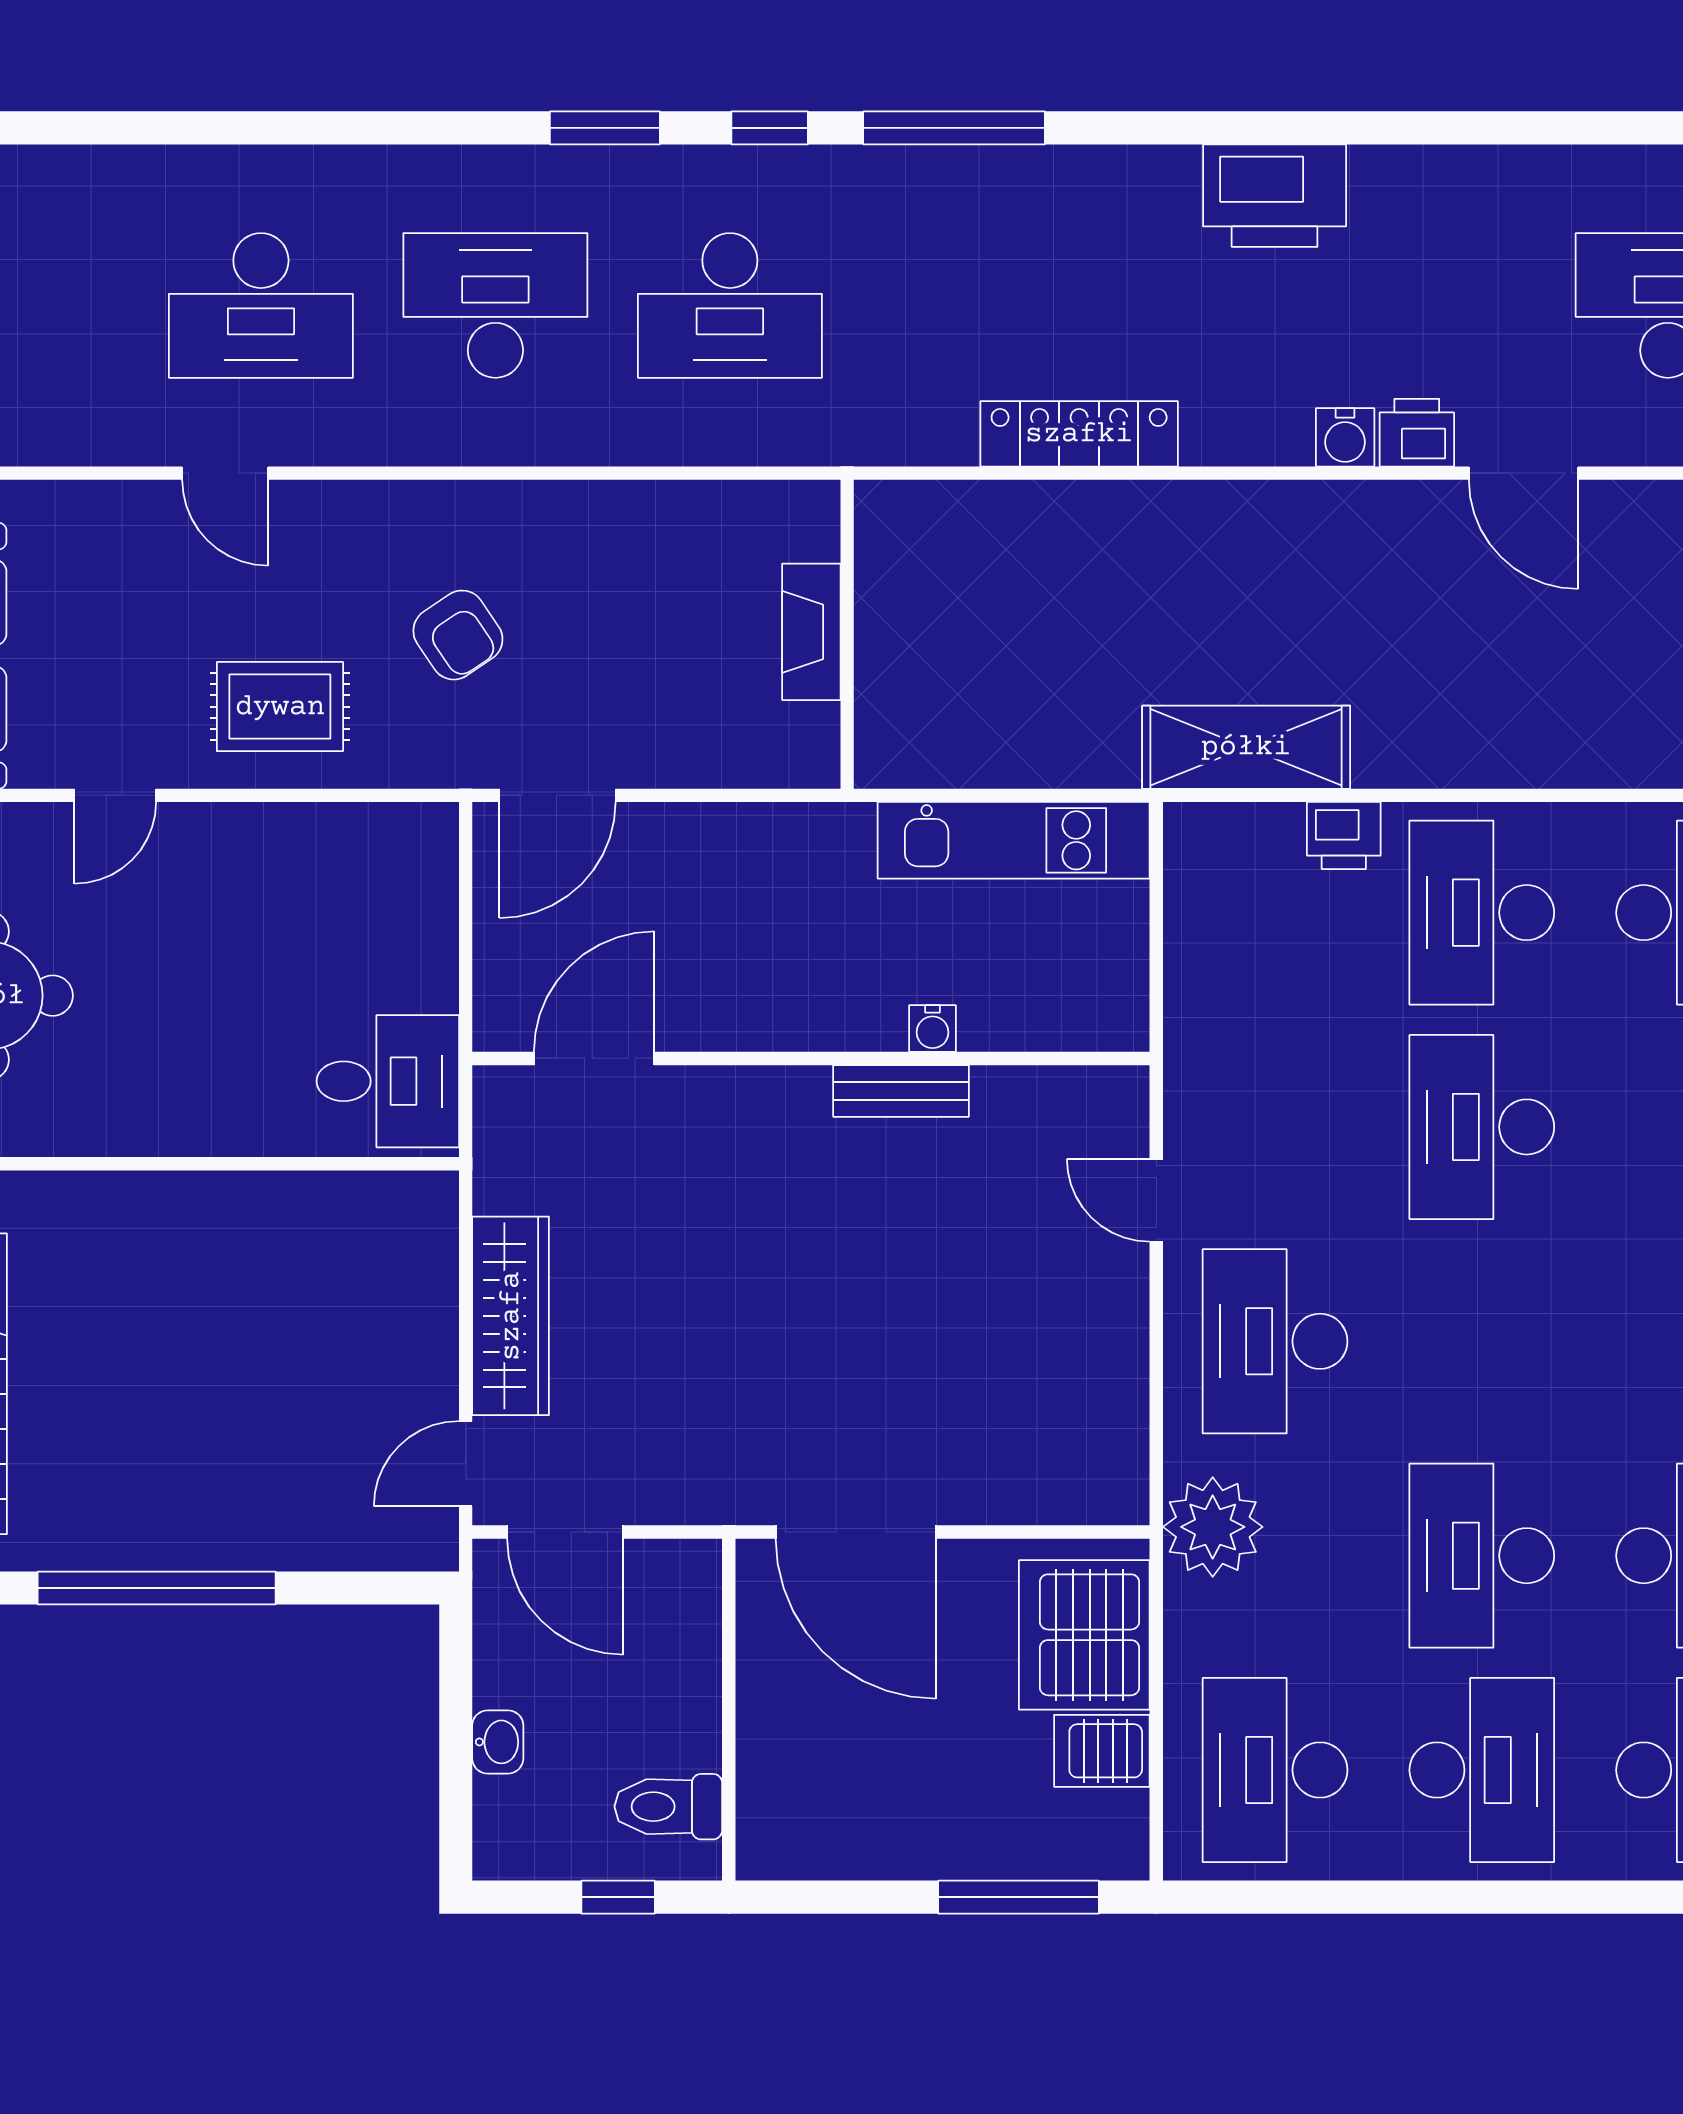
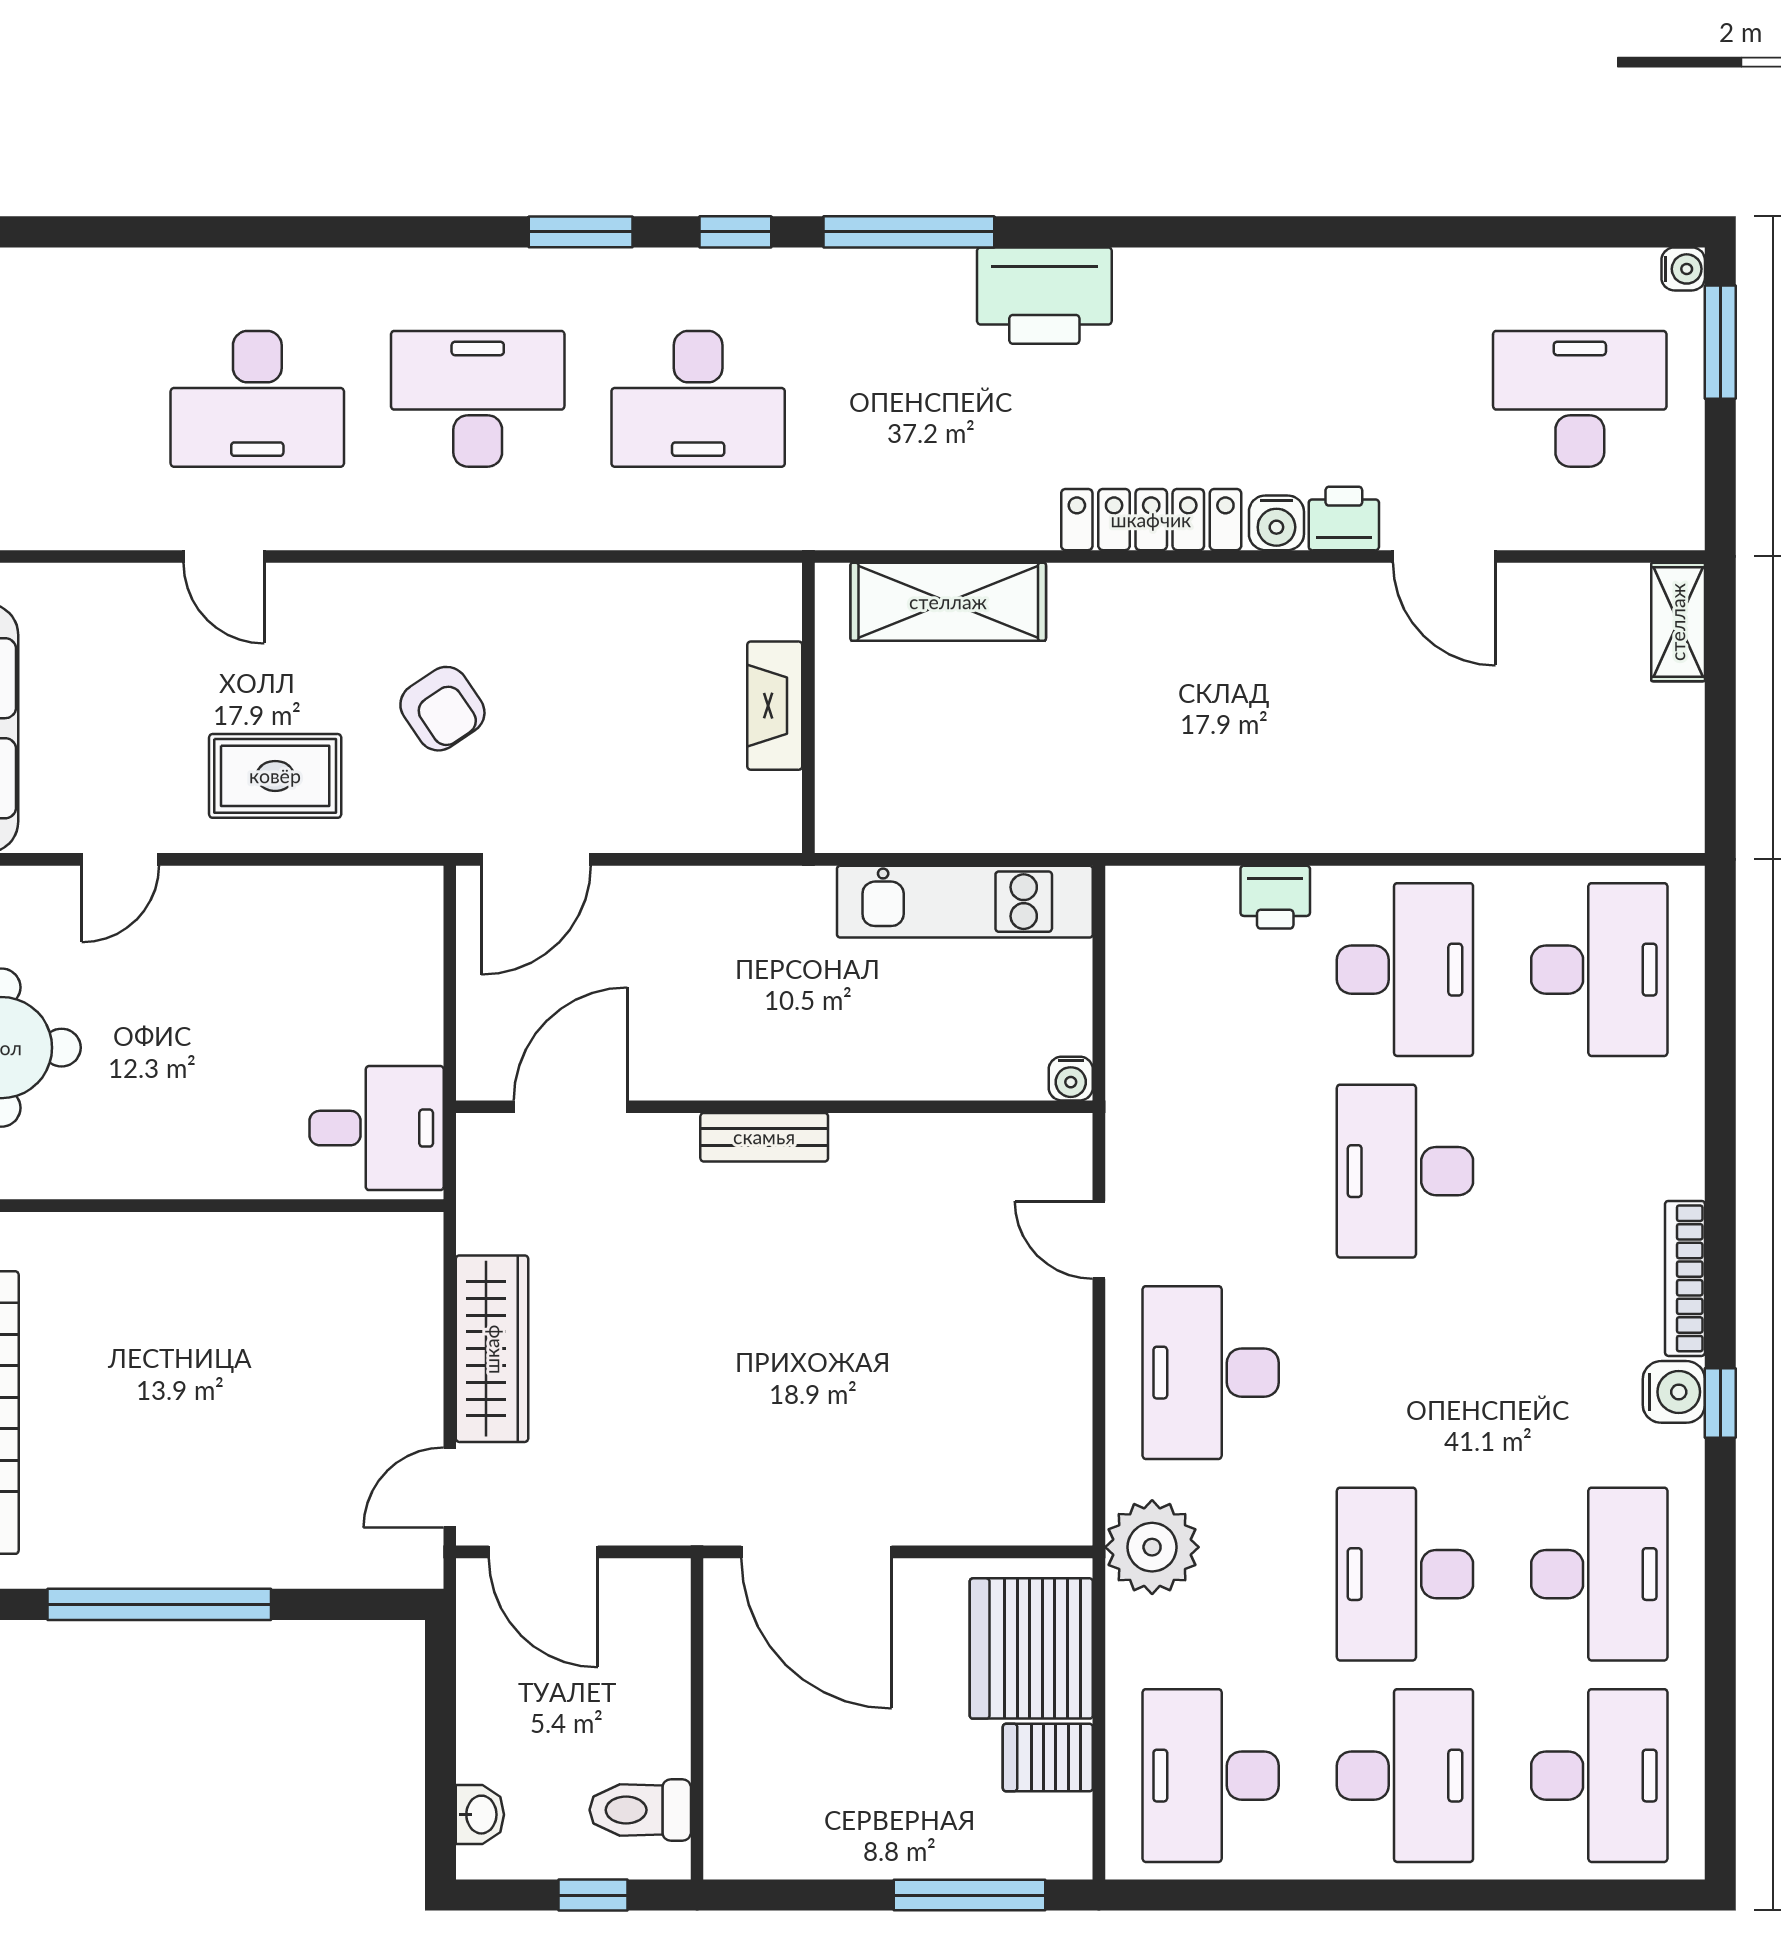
printer: (1275, 196) -> (1044, 296), moved
locker: (1079, 434) -> (1151, 520), moved
shelving: (1246, 747) -> (948, 602), moved
desk: (1482, 913) -> (1405, 970), turned 180
water cooler: (933, 1029) -> (1071, 1079), moved
bench: (901, 1091) -> (764, 1137), moved
washbasin: (498, 1742) -> (480, 1815), moved

